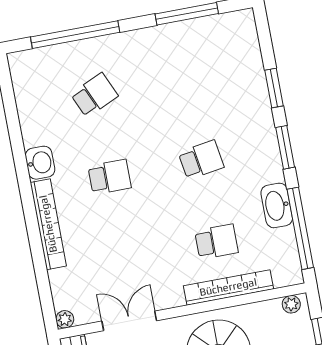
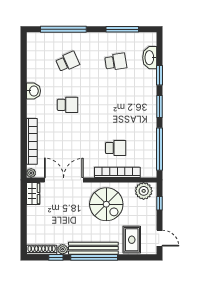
school desk: (201, 160) -> (116, 62), moved
washbasin: (277, 205) -> (150, 58), moved
bookcase: (48, 224) -> (32, 141), moved
plant: (291, 304) -> (144, 191), width x1.87, depth x1.87
double door: (129, 321) -> (64, 180), width x1.37

